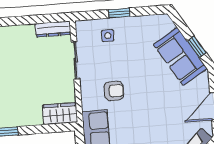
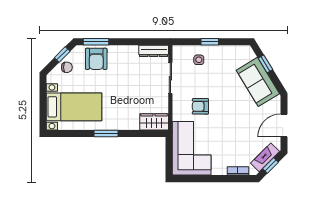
window: (197, 47) -> (265, 64), moved
armchair: (114, 91) -> (200, 106), turned 180

